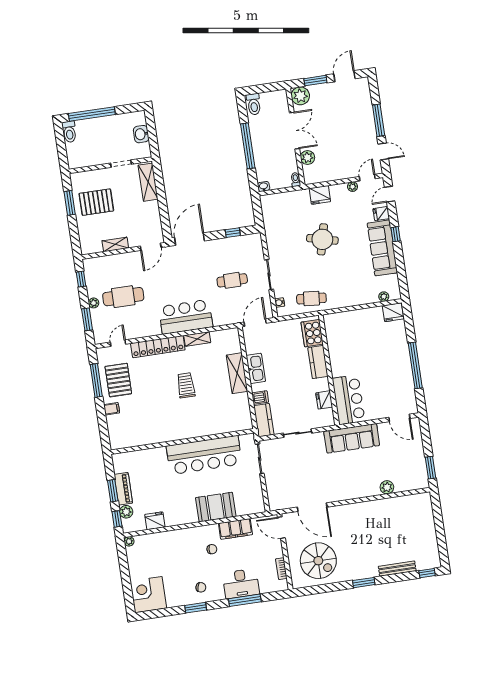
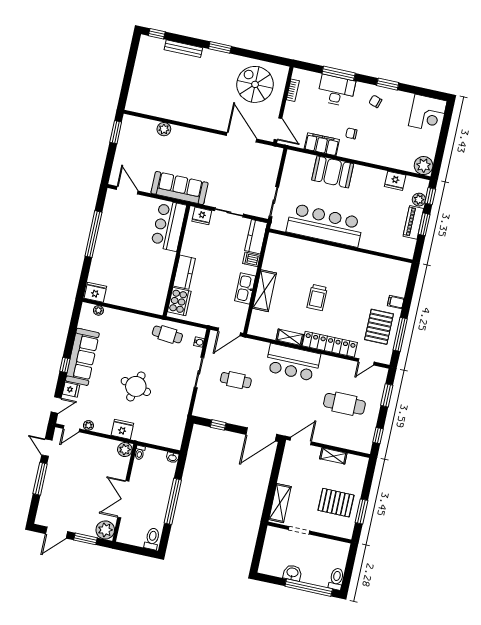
washbasin: (141, 134) -> (292, 573), moved, turned -90
plant: (307, 158) -> (125, 450), moved
plant: (94, 303) -> (375, 408), removed
fridge: (324, 400) -> (202, 216), moved, turned 90
plant: (129, 541) -> (424, 166), width x1.88, depth x1.88

